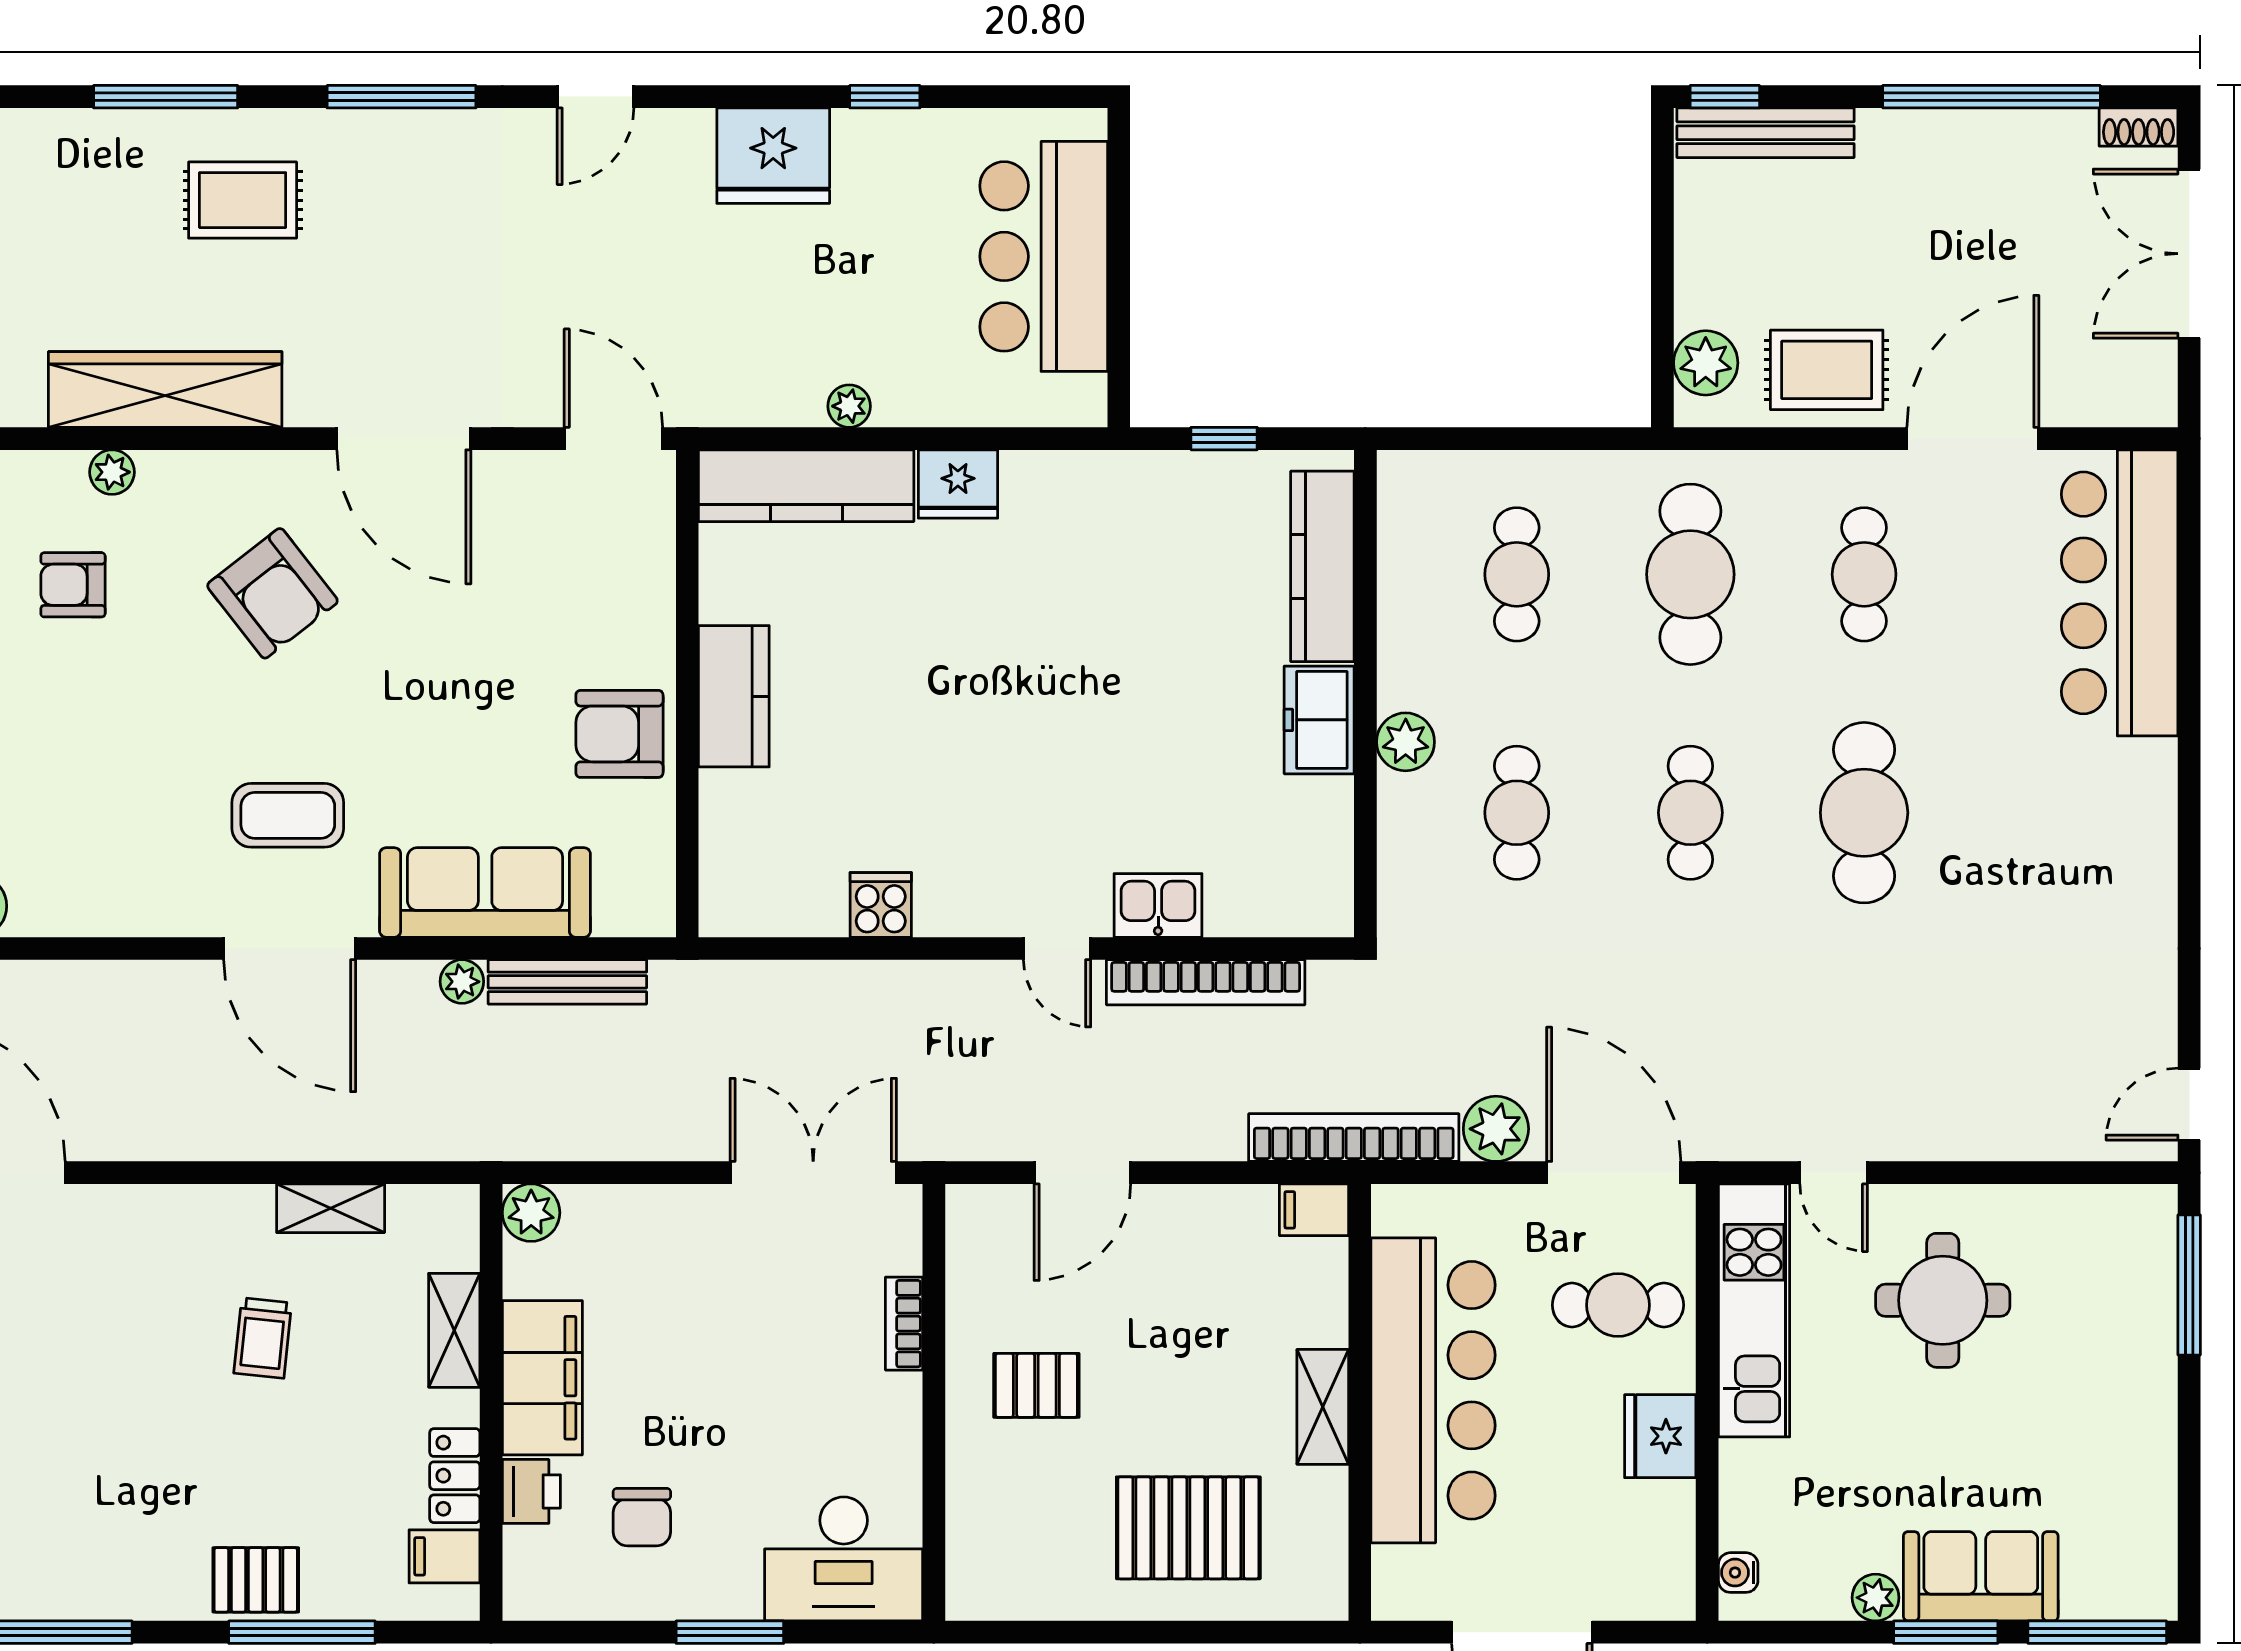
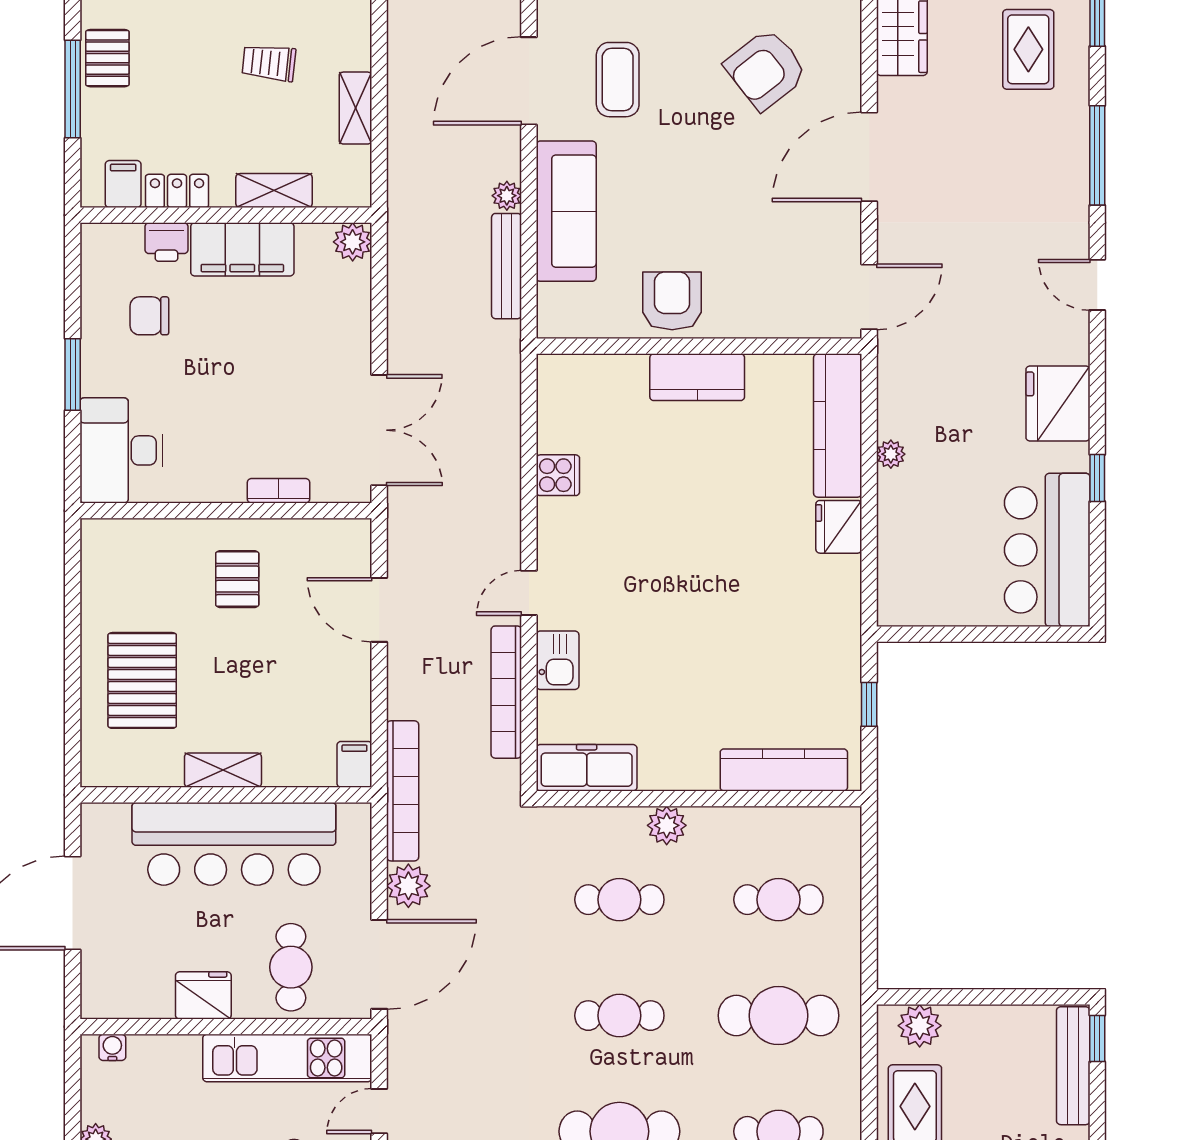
bar counter: (1044, 256) -> (1047, 550), moved, turned -90
freezer: (1319, 720) -> (587, 768), moved, width x1.40

